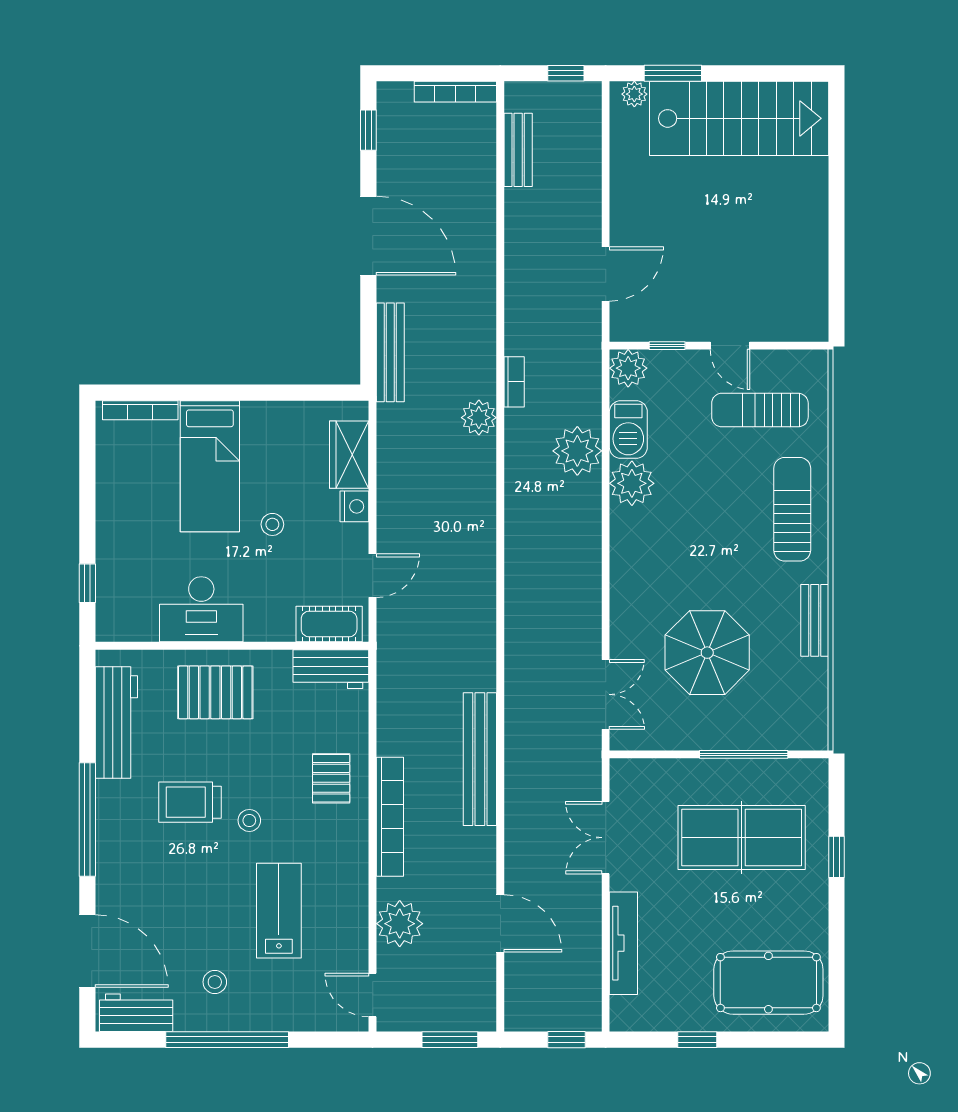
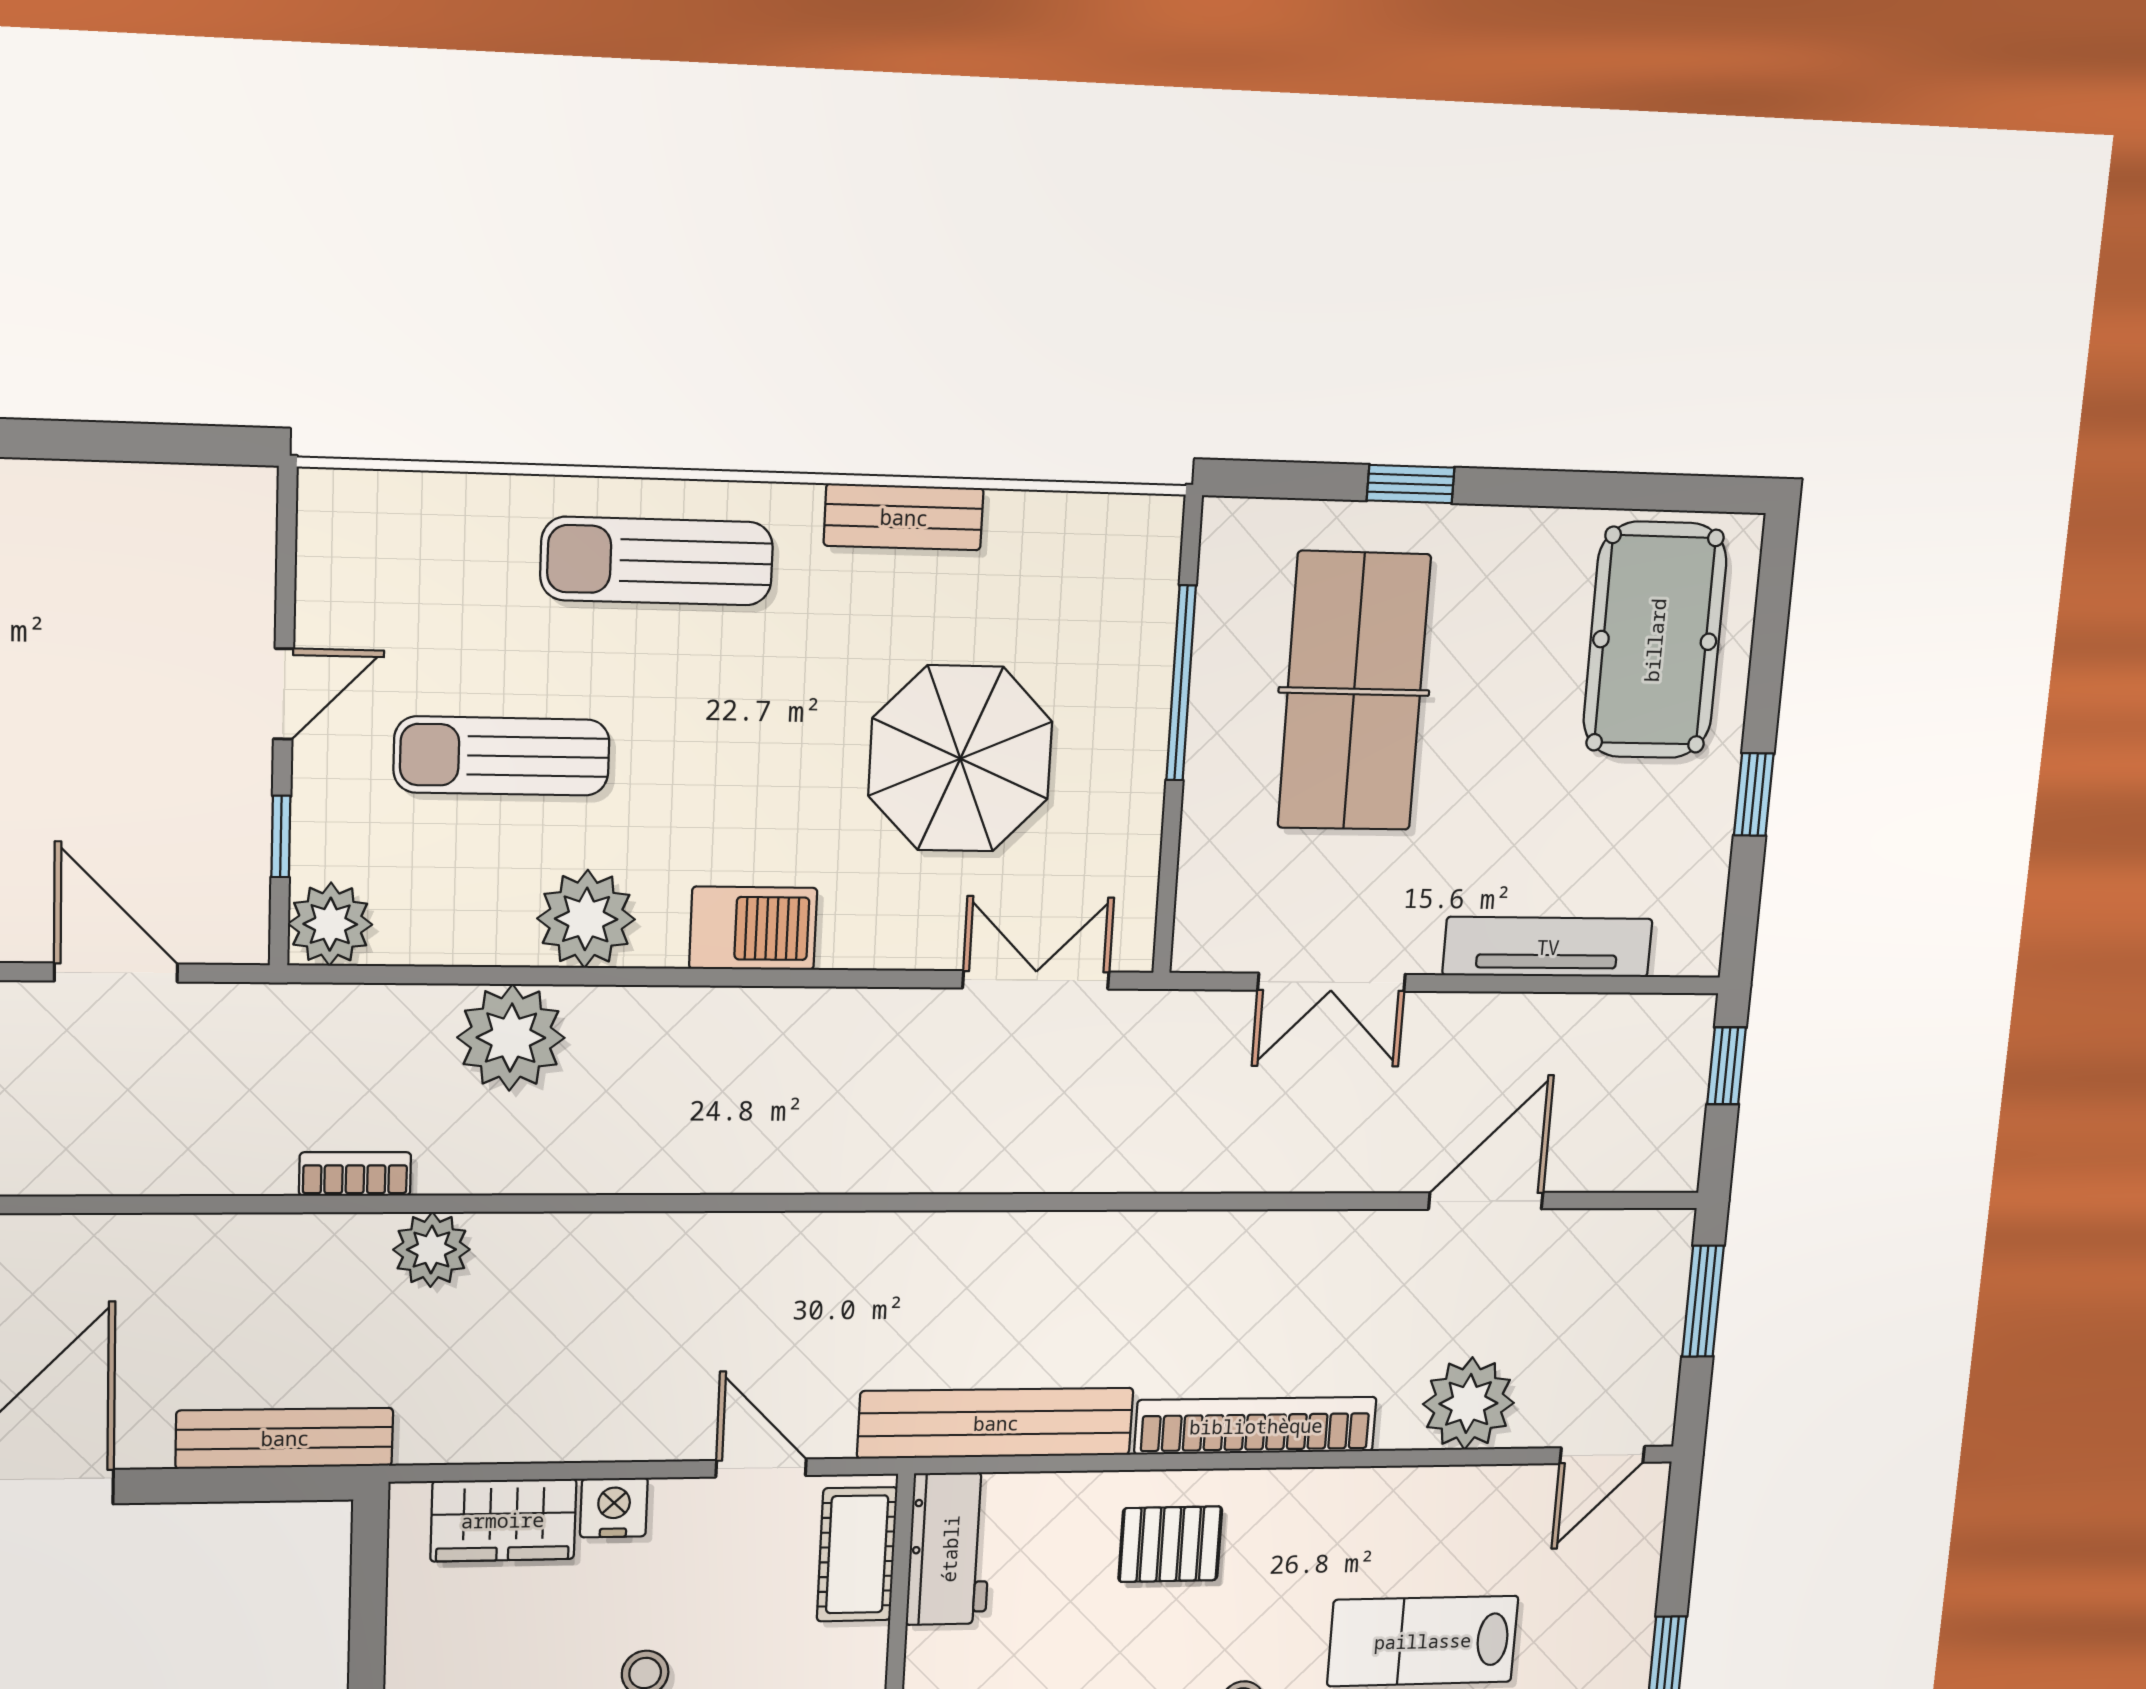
sun lounger: (760, 410) -> (502, 756), moved, turned 90
barbecue: (628, 430) -> (753, 928), moved
bench: (480, 759) -> (996, 1423), moved

